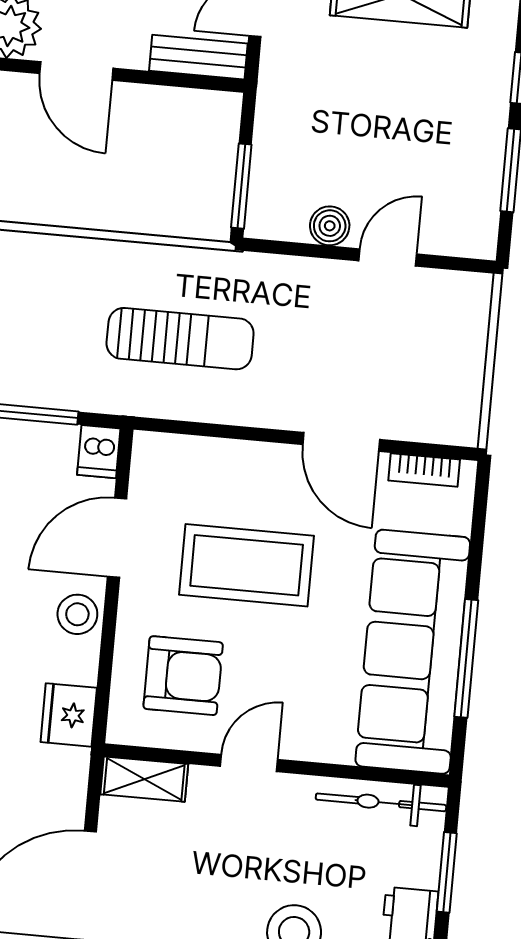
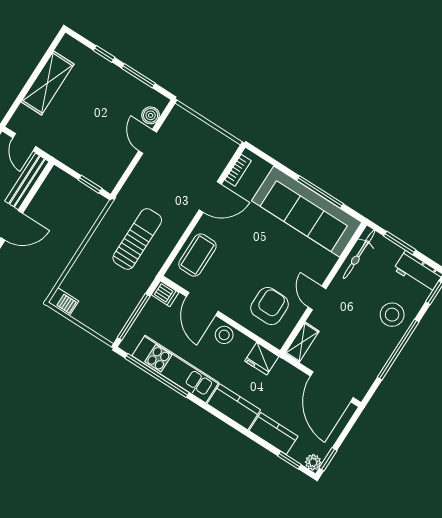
bench: (198, 57) -> (27, 181), width x1.36
window: (241, 186) -> (90, 184), width x0.67
boiler: (330, 226) -> (151, 115), moved
coffee table: (247, 565) -> (197, 255), moved, width x0.73, depth x0.76

